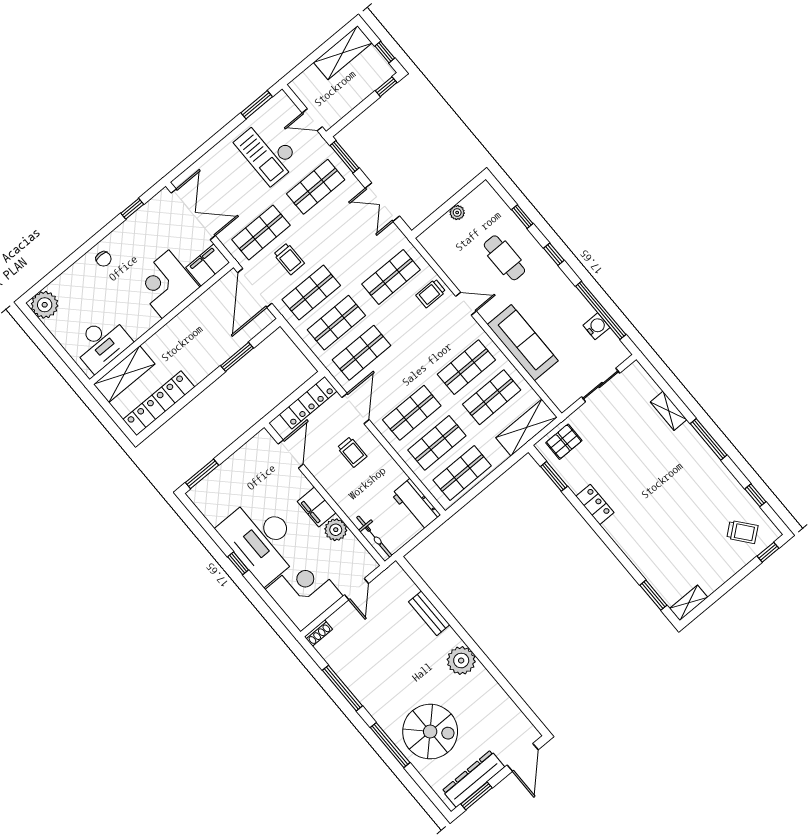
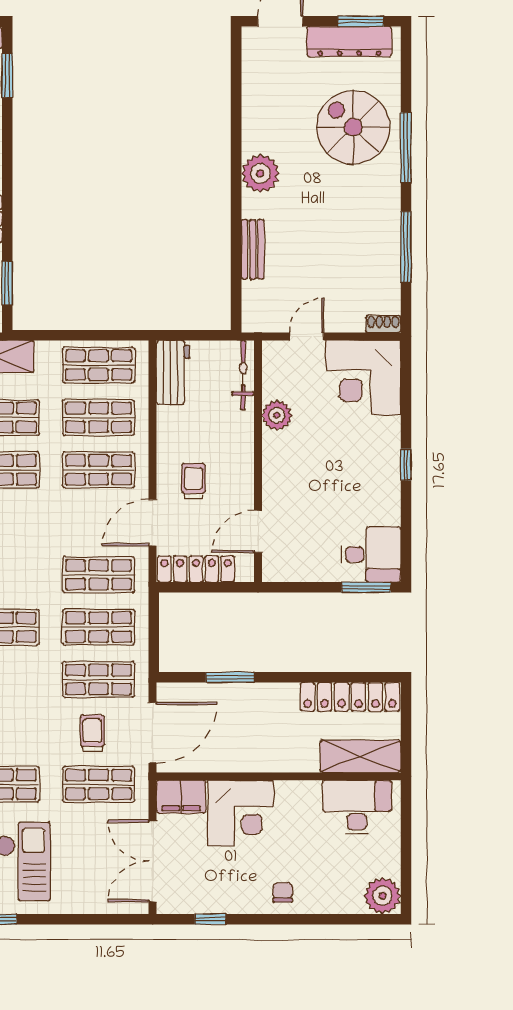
filing cabinet: (317, 507) -> (277, 455), removed
desk: (261, 540) -> (371, 554), moved, width x0.53, depth x0.77

